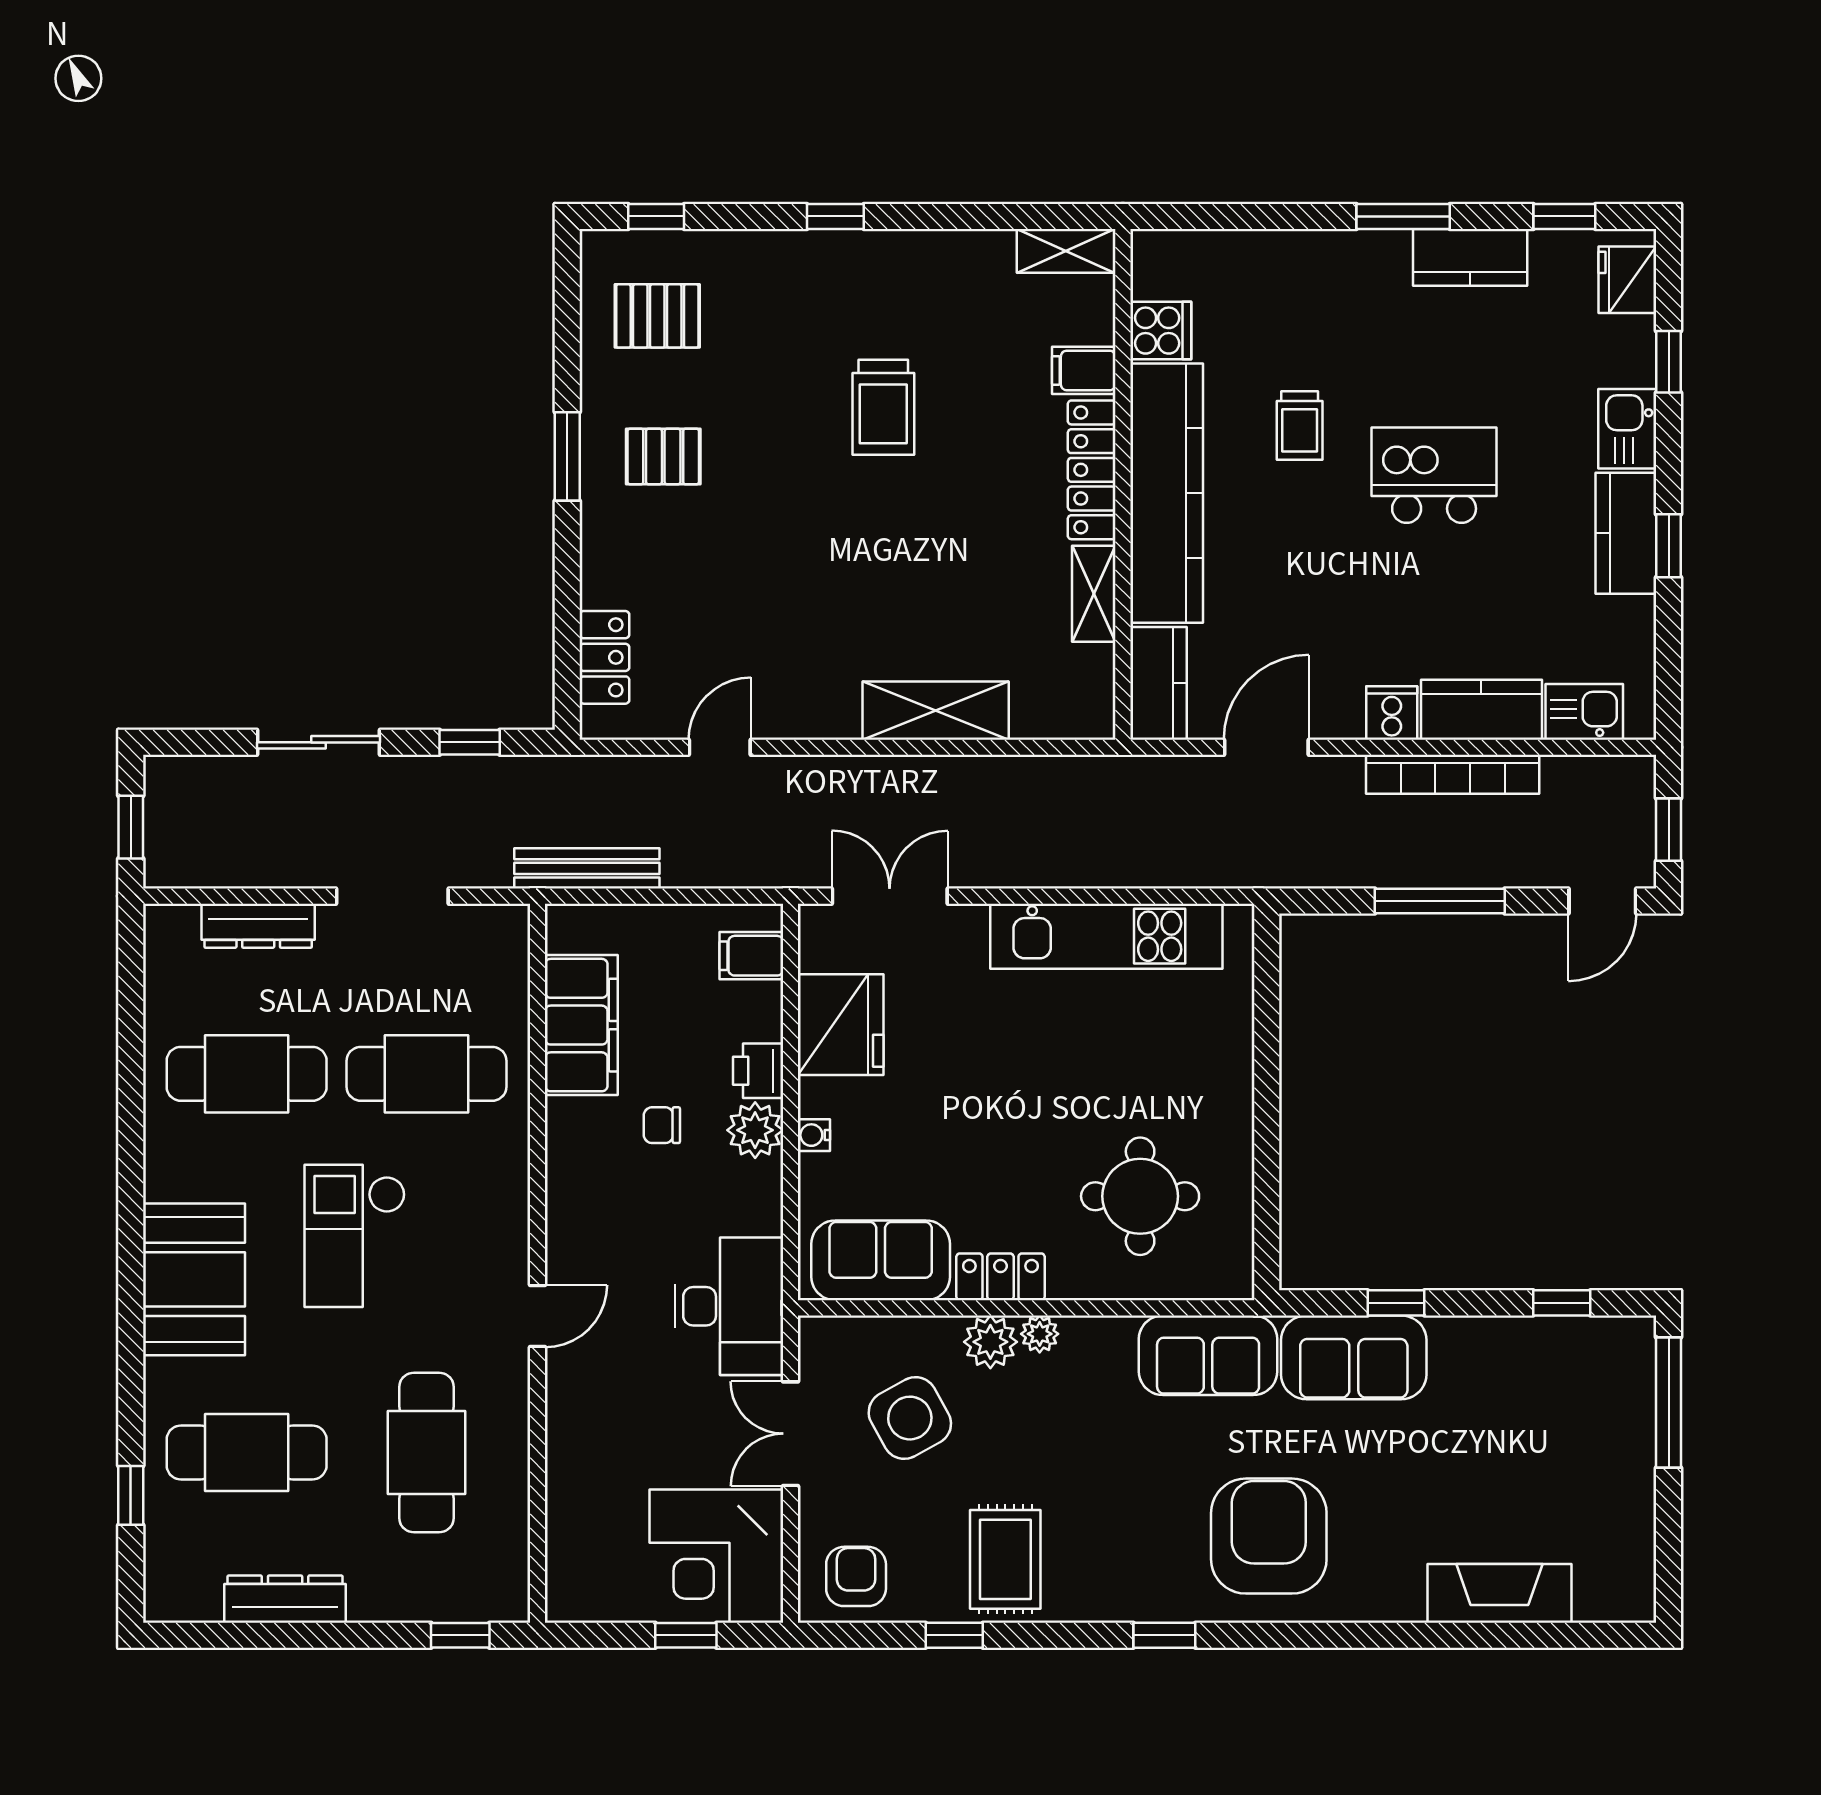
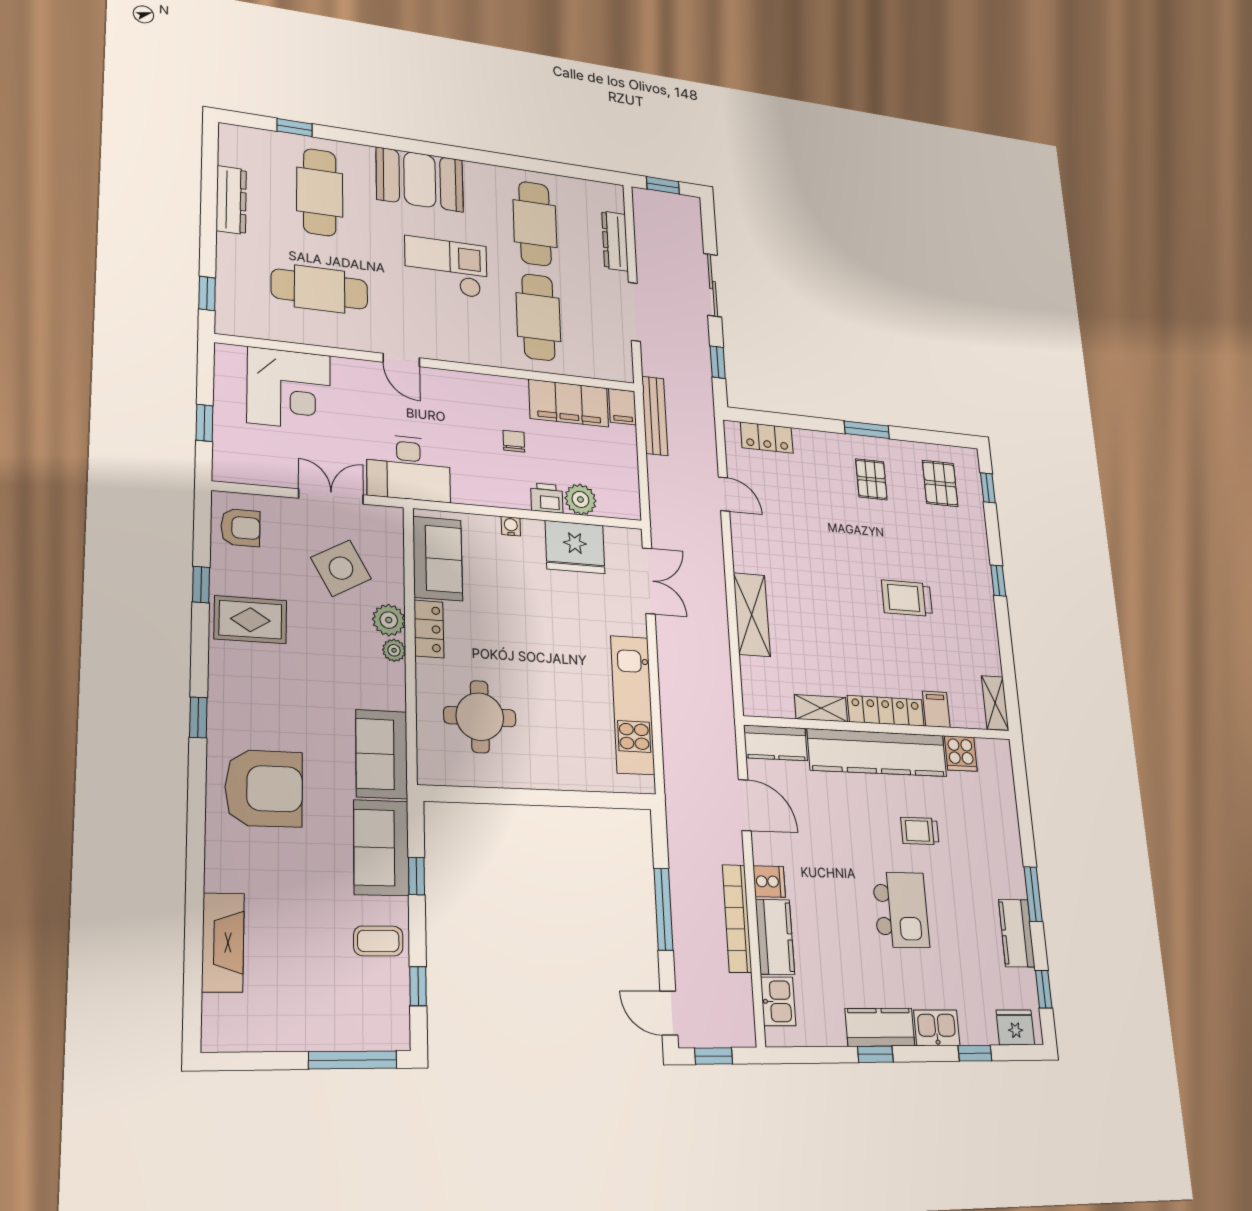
filing cabinet: (751, 956) -> (623, 407), moved, turned 180
plant: (755, 1130) -> (580, 499), moved
coffee table: (1495, 1363) -> (378, 941), added
corner desk: (716, 1556) -> (289, 389), moved, turned 180

